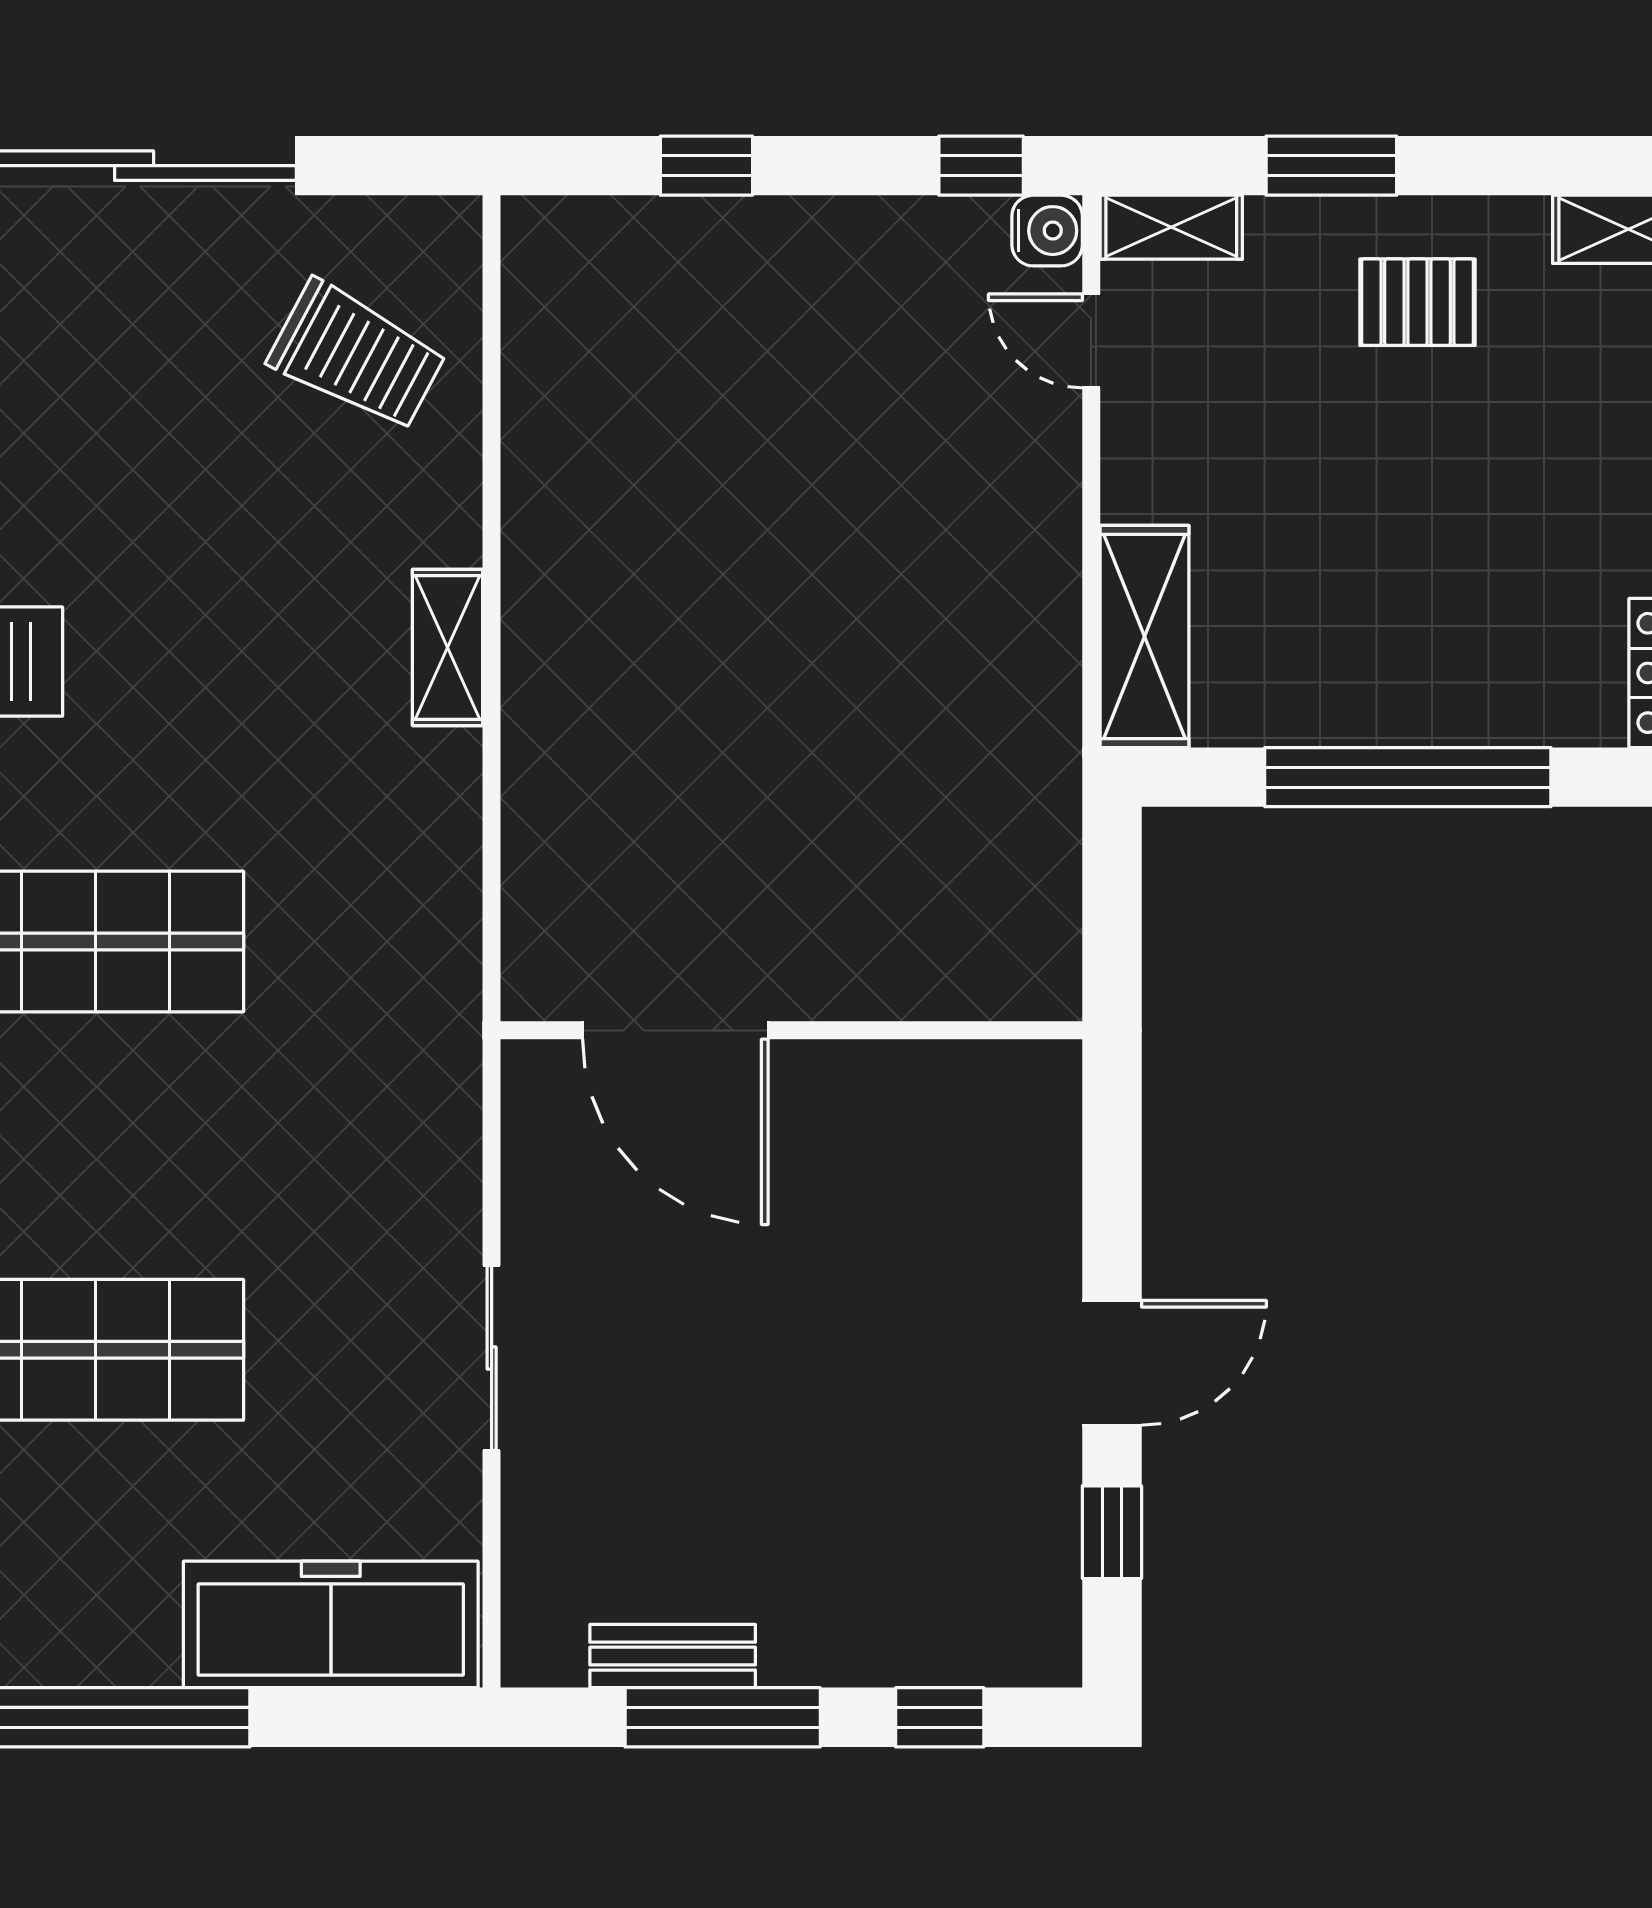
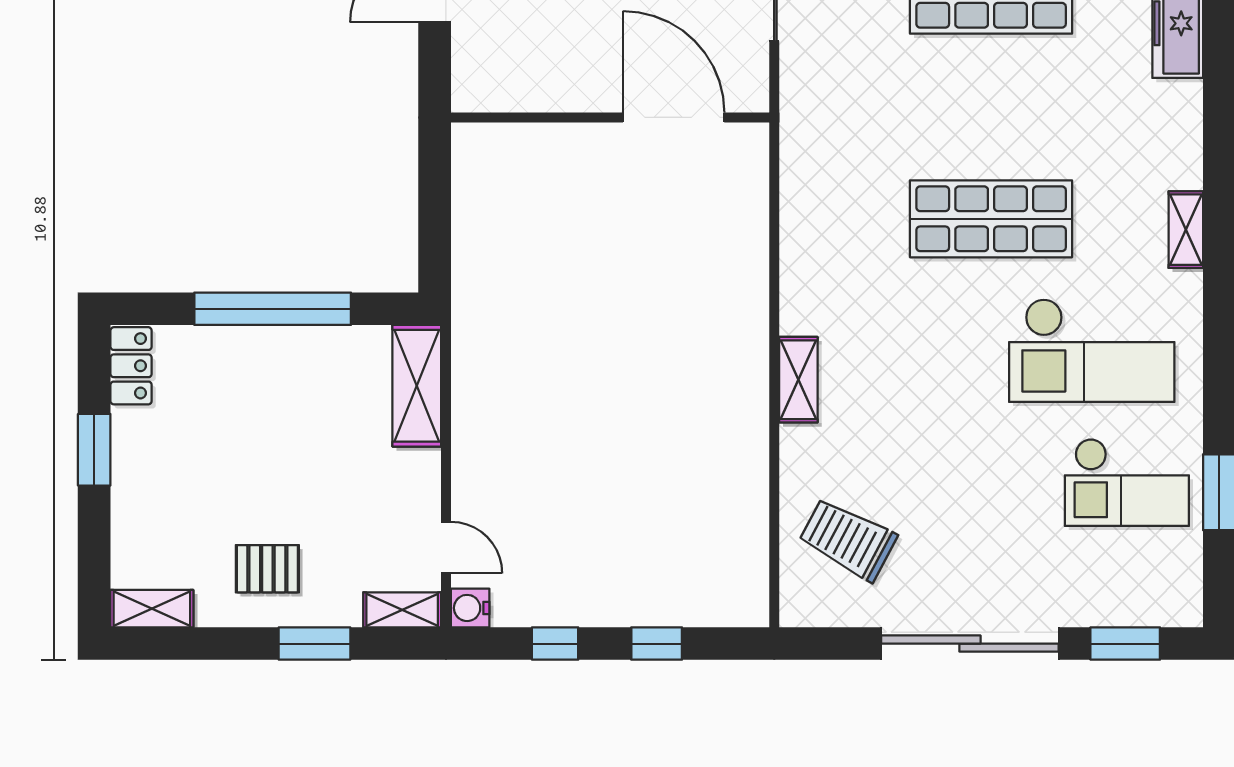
window: (981, 166) -> (555, 644), moved
door: (675, 1030) -> (674, 117), moved
wall: (791, 1030) -> (610, 117), moved

